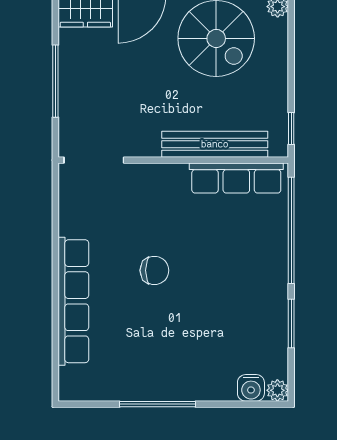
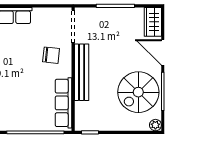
bench: (215, 144) -> (82, 72), moved
chair: (154, 270) -> (51, 55), moved, turned -84

